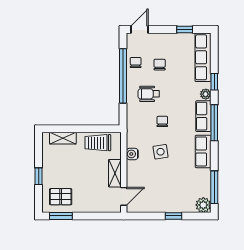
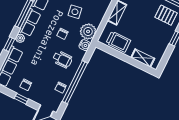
window: (185, 30) -> (21, 99), moved
chair: (160, 65) -> (26, 85), moved
plant: (136, 138) -> (88, 31), added
water cooler: (132, 154) -> (85, 45), moved

